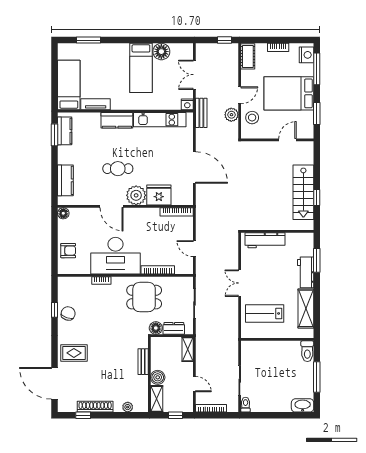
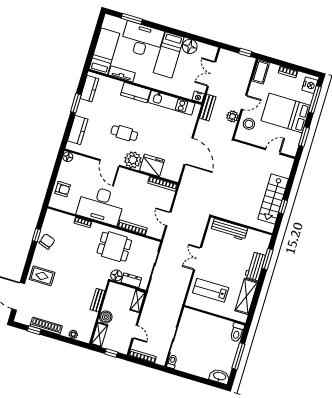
desk: (107, 60) -> (142, 40), added
window: (55, 135) -> (76, 103), moved

